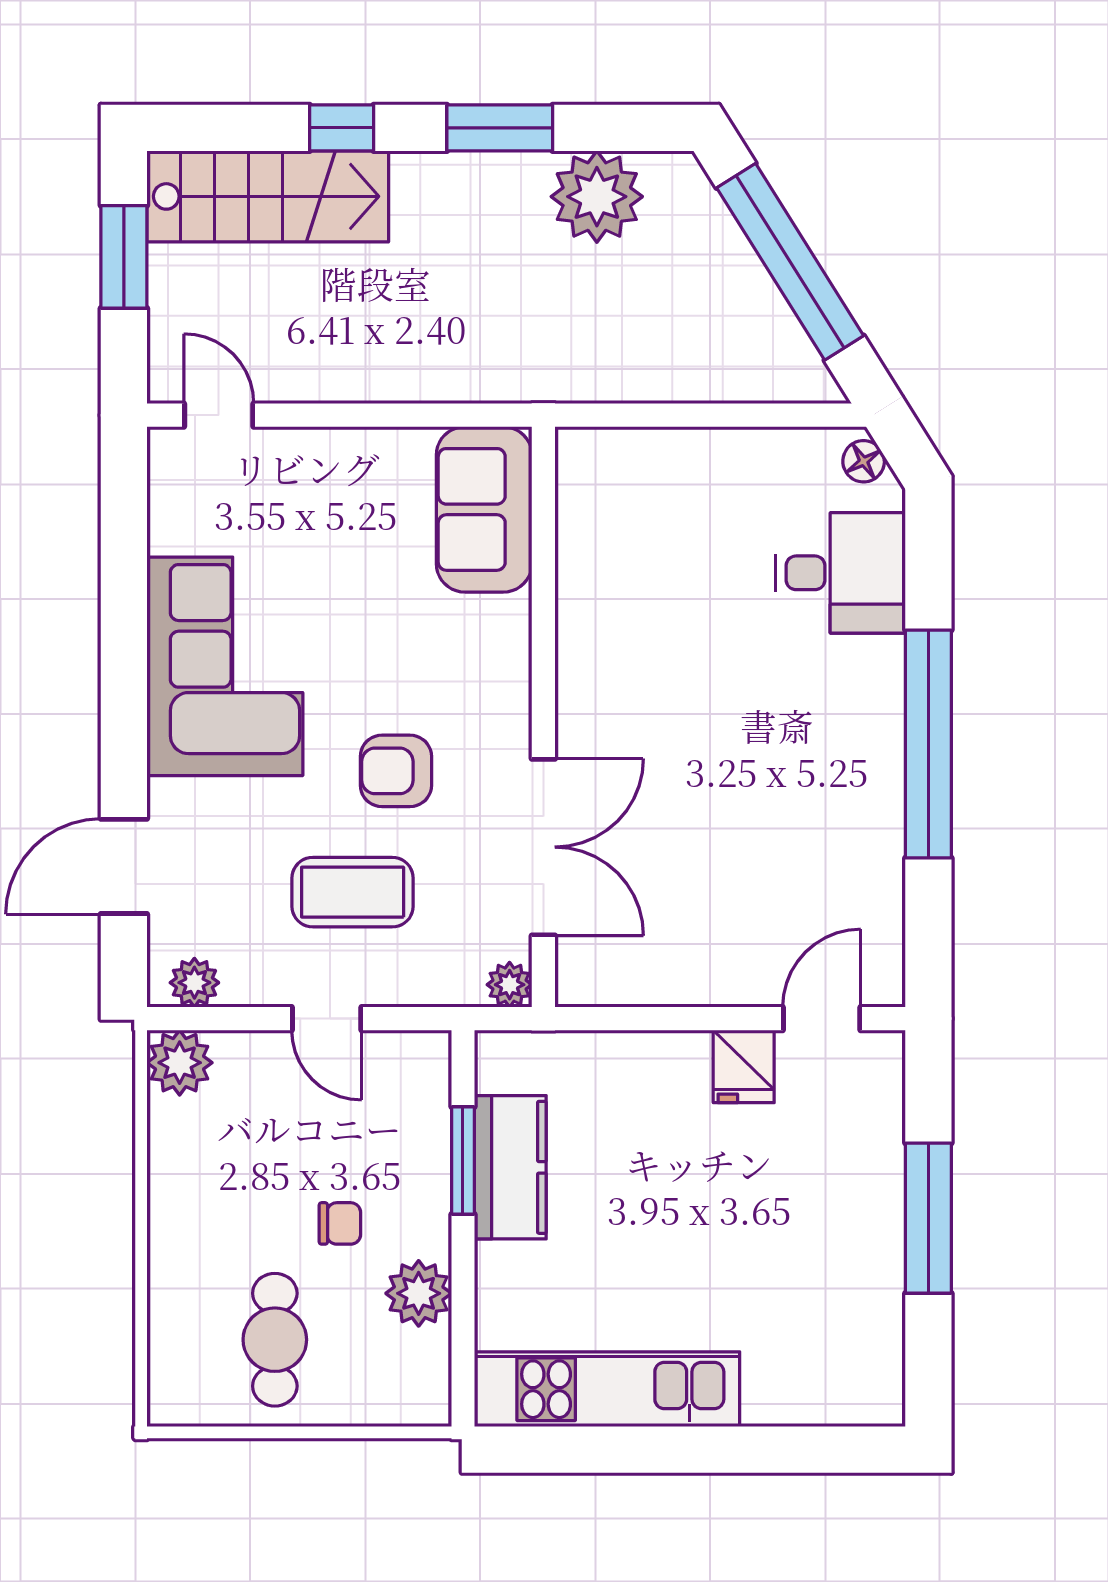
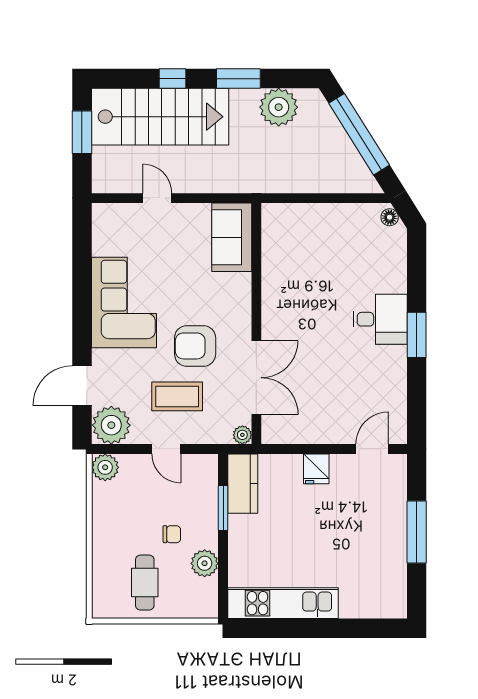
stairs: (268, 196) -> (160, 117), width x1.36, depth x1.51
door: (219, 415) -> (157, 198), moved
desk: (841, 573) -> (380, 319), moved
window: (928, 744) -> (417, 335), width x0.47
armchair: (396, 771) -> (195, 346), width x1.38, depth x1.38
plant: (194, 983) -> (111, 425), width x1.88, depth x1.88
fridge: (744, 1066) -> (316, 469), moved
kitchen counter: (510, 1167) -> (243, 484), moved

